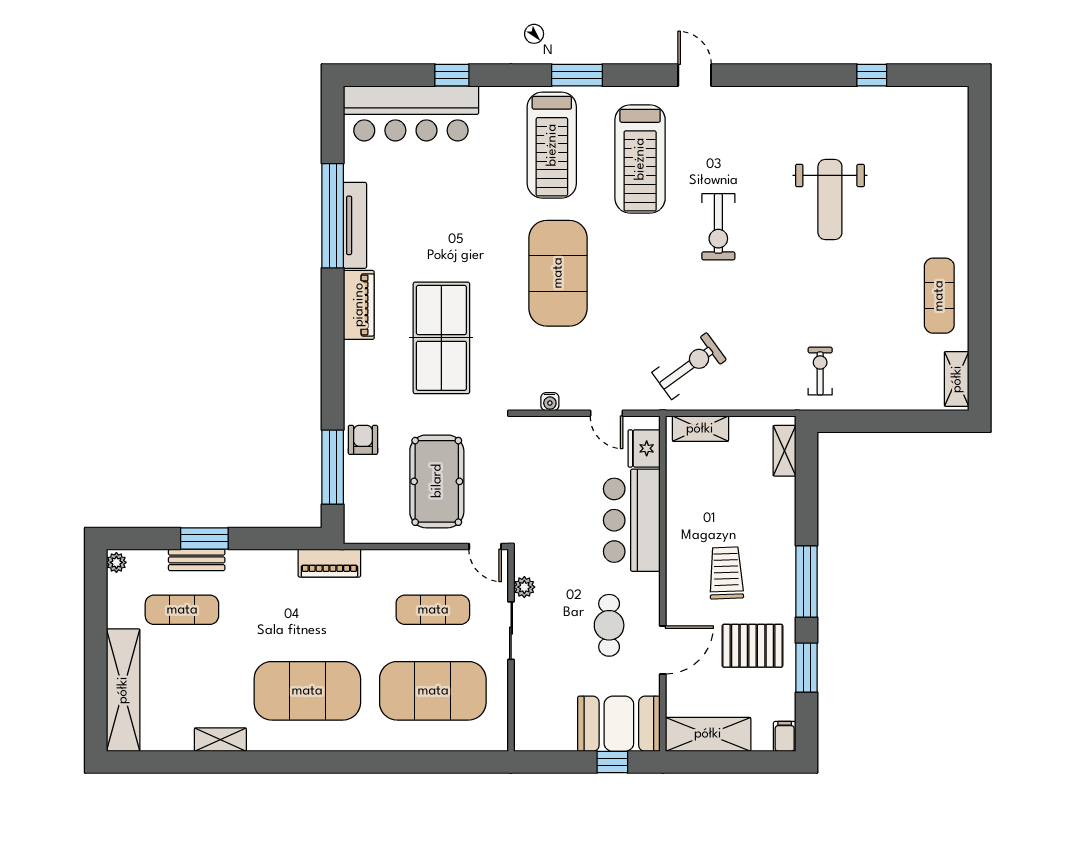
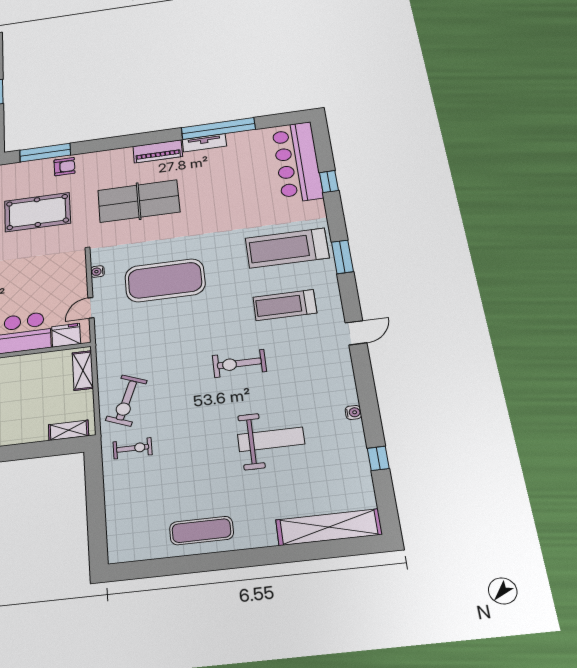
water cooler: (807, 95) -> (353, 412), added
treadmill: (640, 159) -> (285, 305), width x0.73, depth x0.73
weight bench: (830, 200) -> (271, 439), turned 180
tv unit: (355, 225) -> (204, 143), width x0.71
exercise mat: (558, 273) -> (165, 280), moved
exercise bike: (689, 366) -> (126, 400), moved, turned 58
shelving: (957, 379) -> (329, 527), moved, width x2.20, depth x1.33

